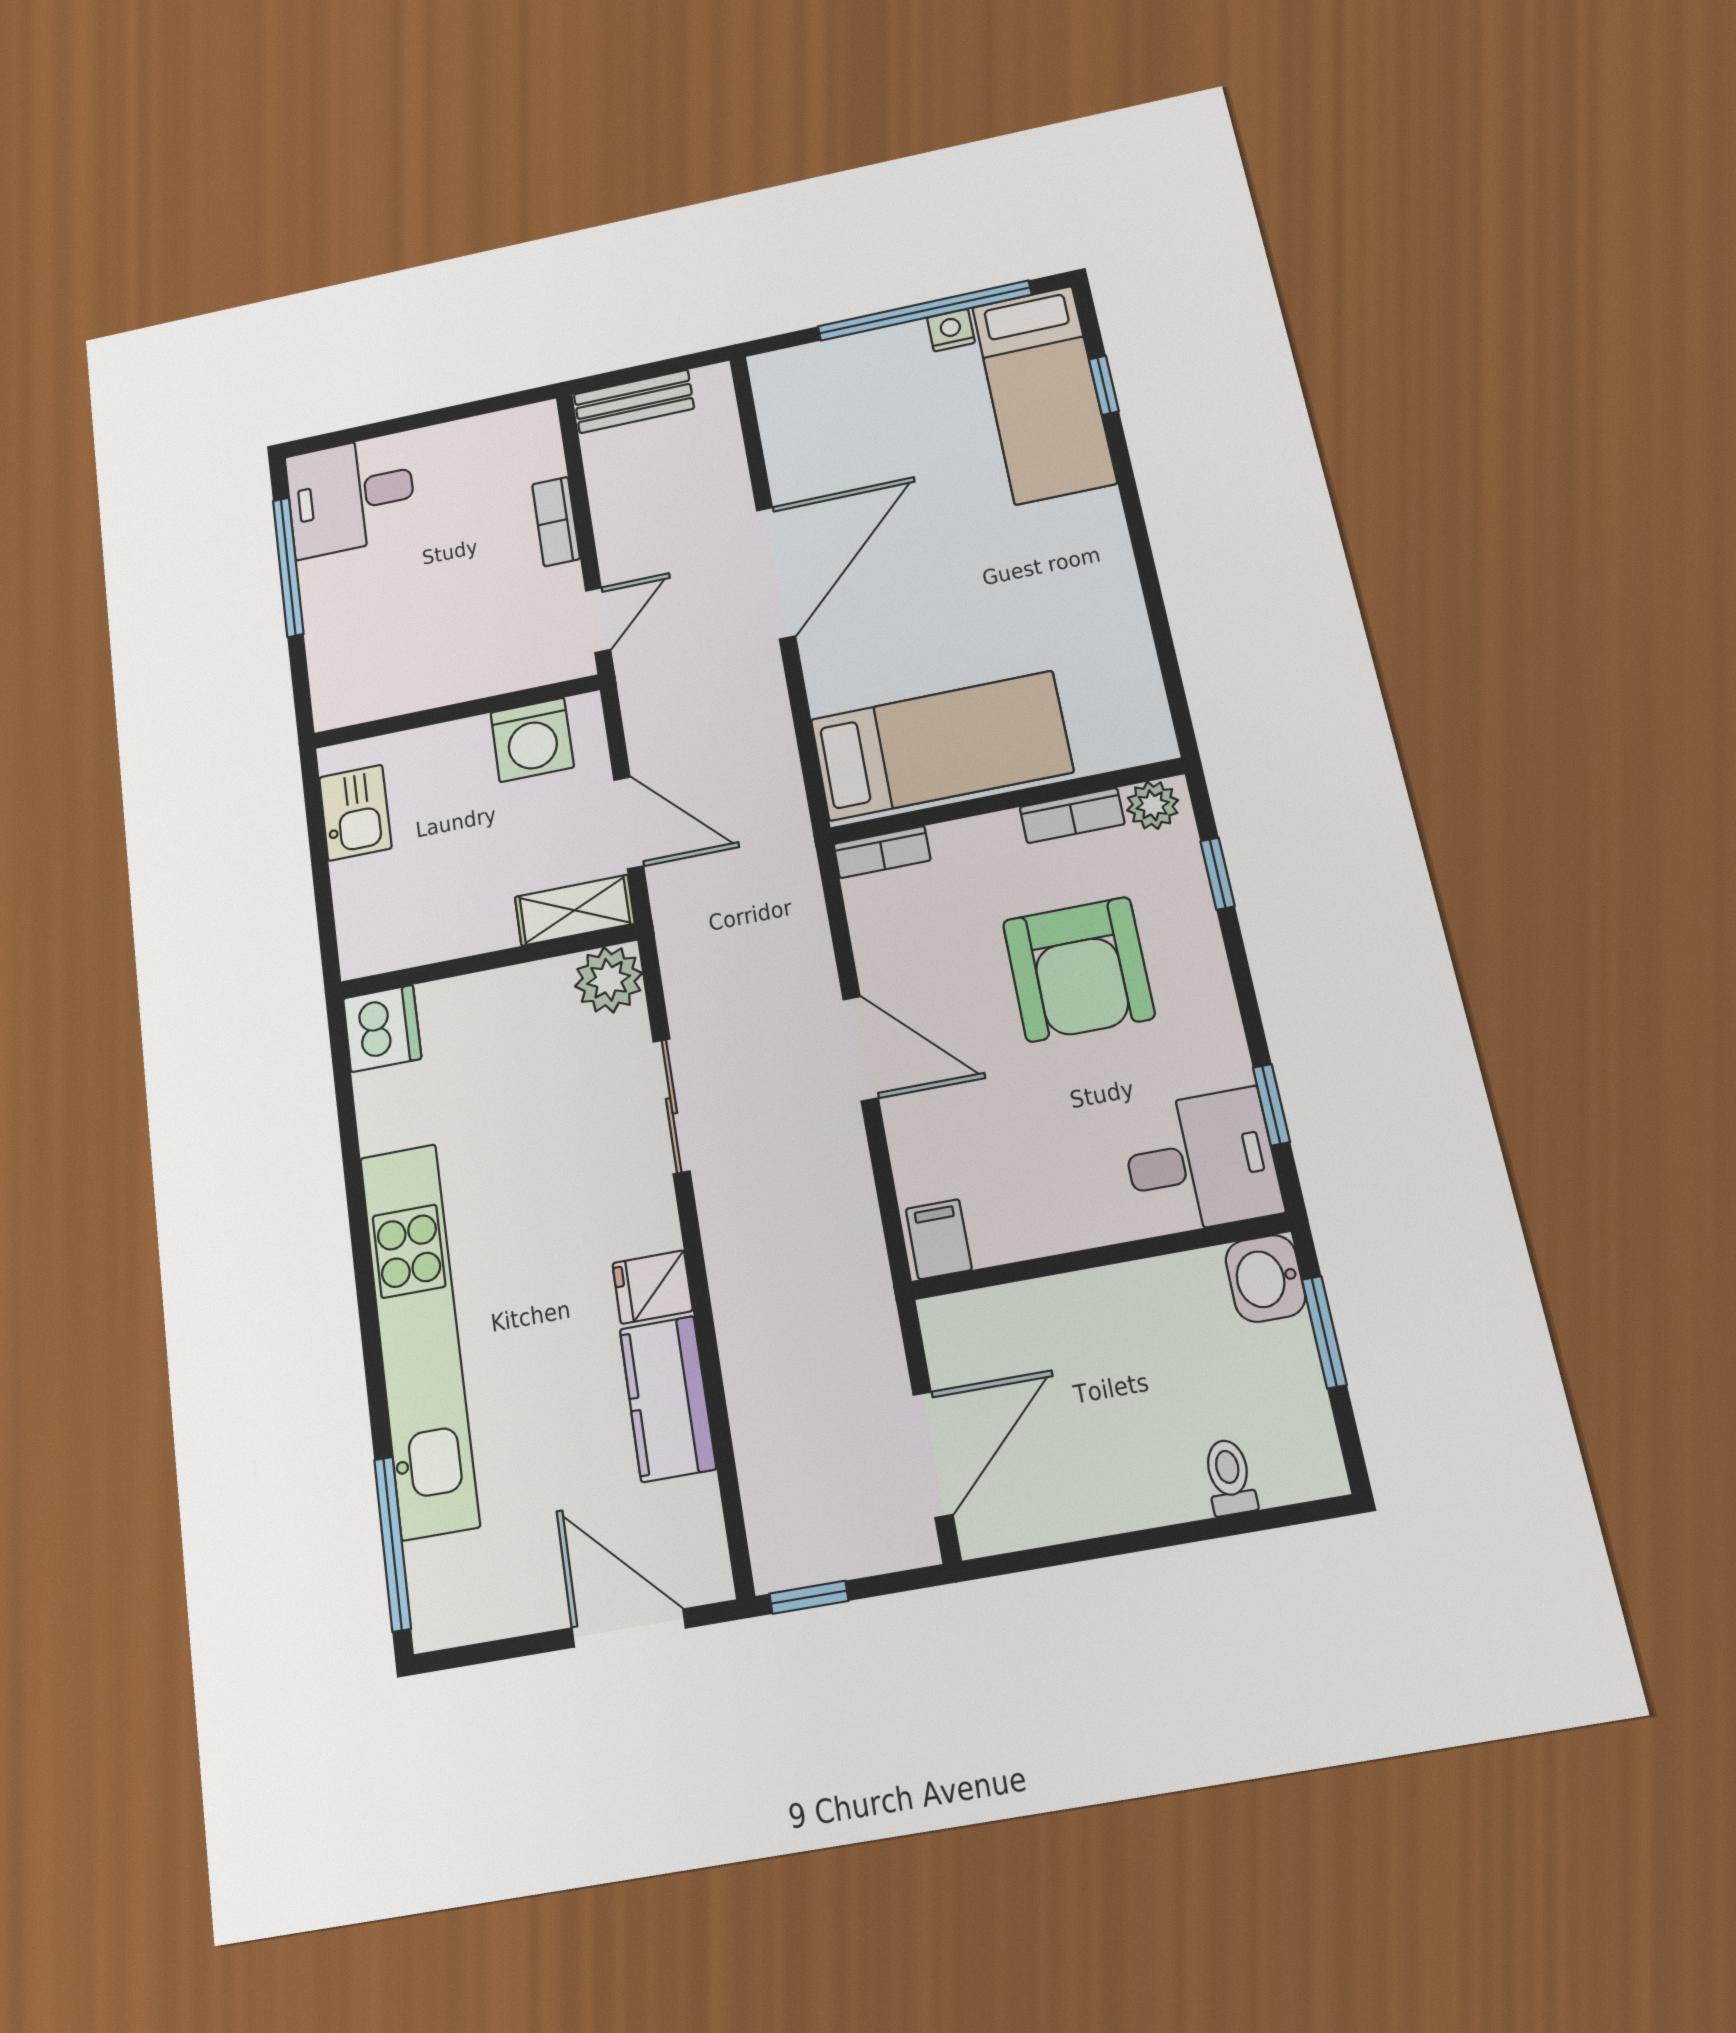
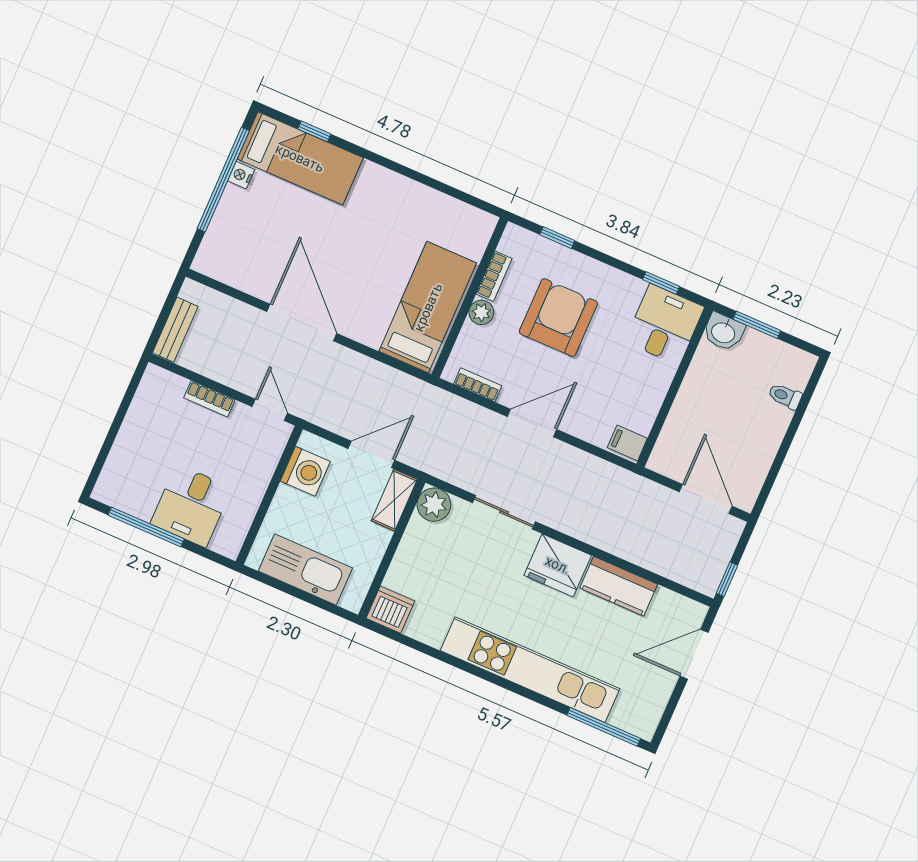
desk: (351, 496) -> (191, 506), moved
plant: (1153, 805) -> (481, 312), moved
kitchen sink: (355, 813) -> (305, 570), width x1.88, depth x1.24
bookcase: (882, 852) -> (478, 385), moved, turned -90
armchair: (1078, 969) -> (558, 318), turned -90
fridge: (652, 1287) -> (558, 565), width x1.88, depth x1.34

